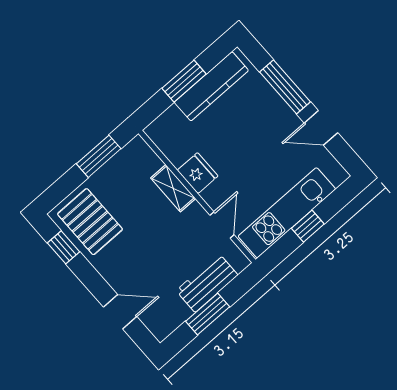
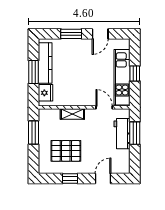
window: (285, 87) -> (71, 34), width x0.69
fridge: (198, 173) -> (45, 93), moved, turned 90
pallet: (90, 222) -> (66, 151), moved
window: (63, 247) -> (70, 178), moved
window: (208, 314) -> (135, 133), moved

